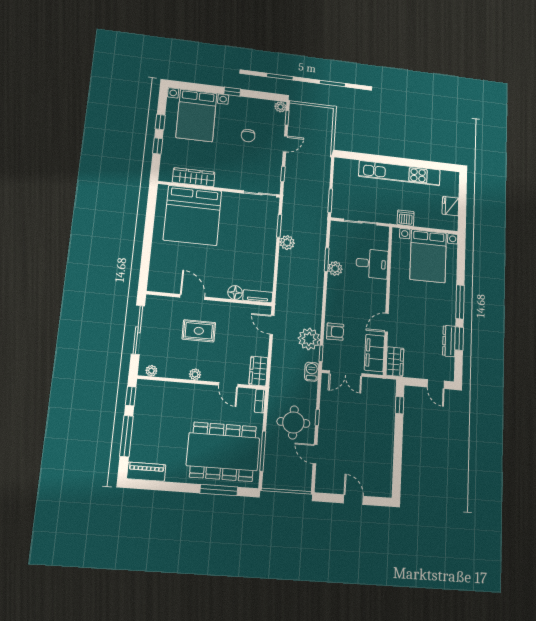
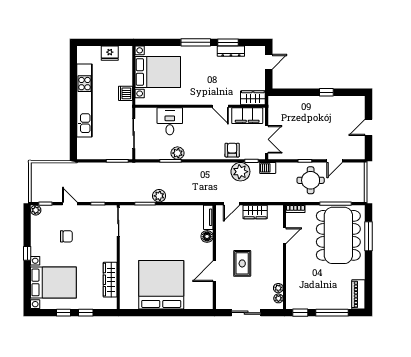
bed: (193, 215) -> (161, 285), moved, turned -90
sliding door: (138, 330) -> (246, 313), width x0.73
wardrobe: (258, 371) -> (255, 212), moved
plant: (195, 374) -> (278, 288), moved
window: (400, 405) -> (326, 92), moved

